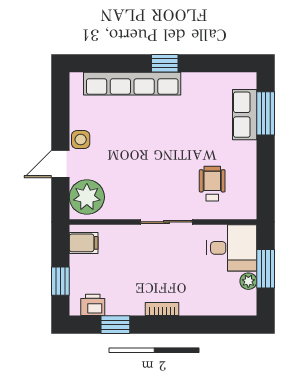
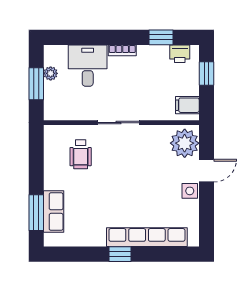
desk: (232, 248) -> (88, 66), moved, turned 90

